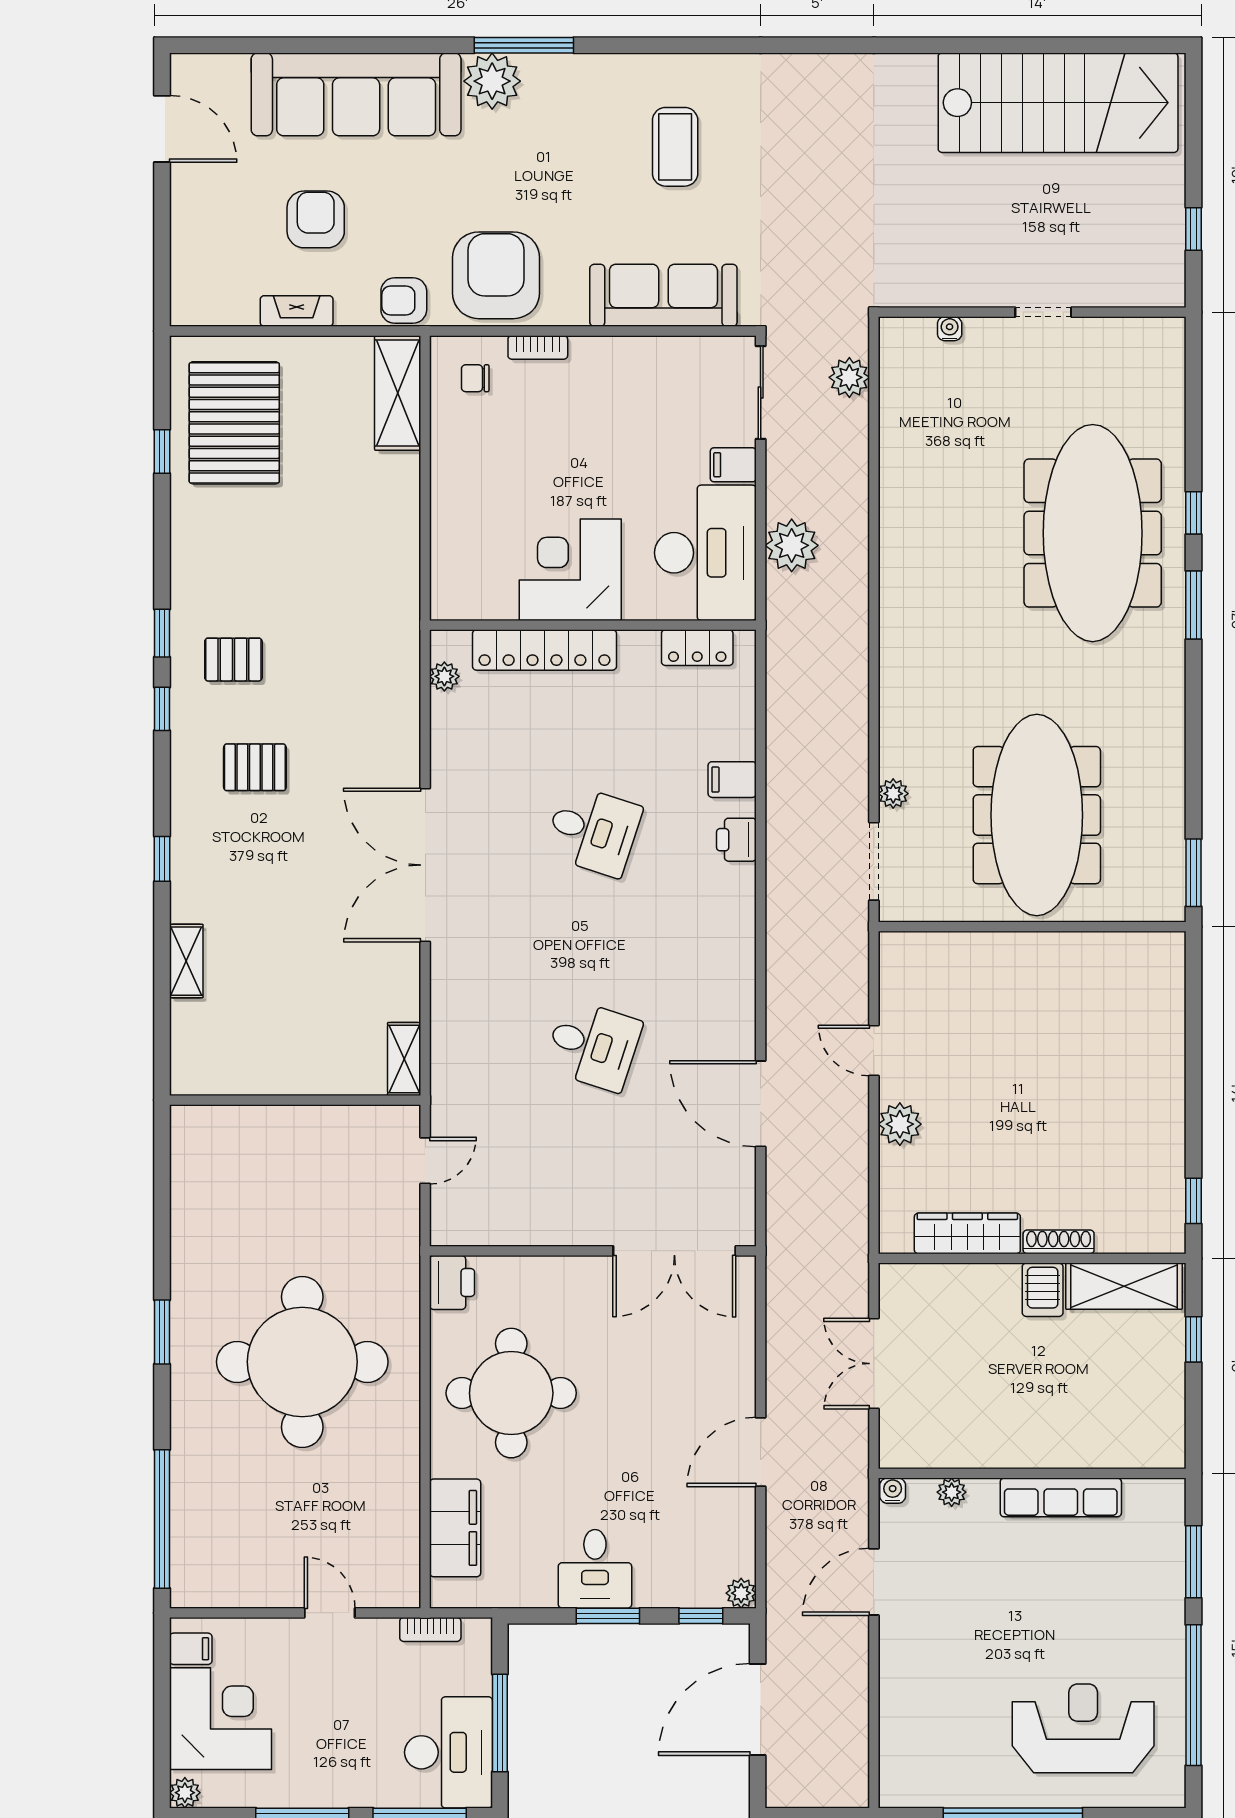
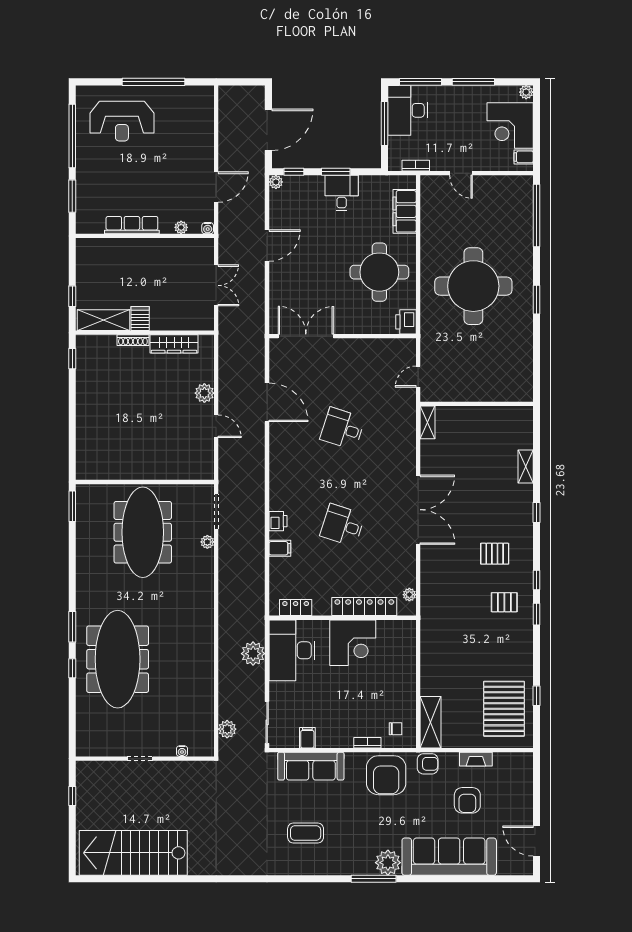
coffee table: (675, 147) -> (306, 833), turned 90
filing cabinet: (733, 465) -> (307, 738), moved, turned -90

